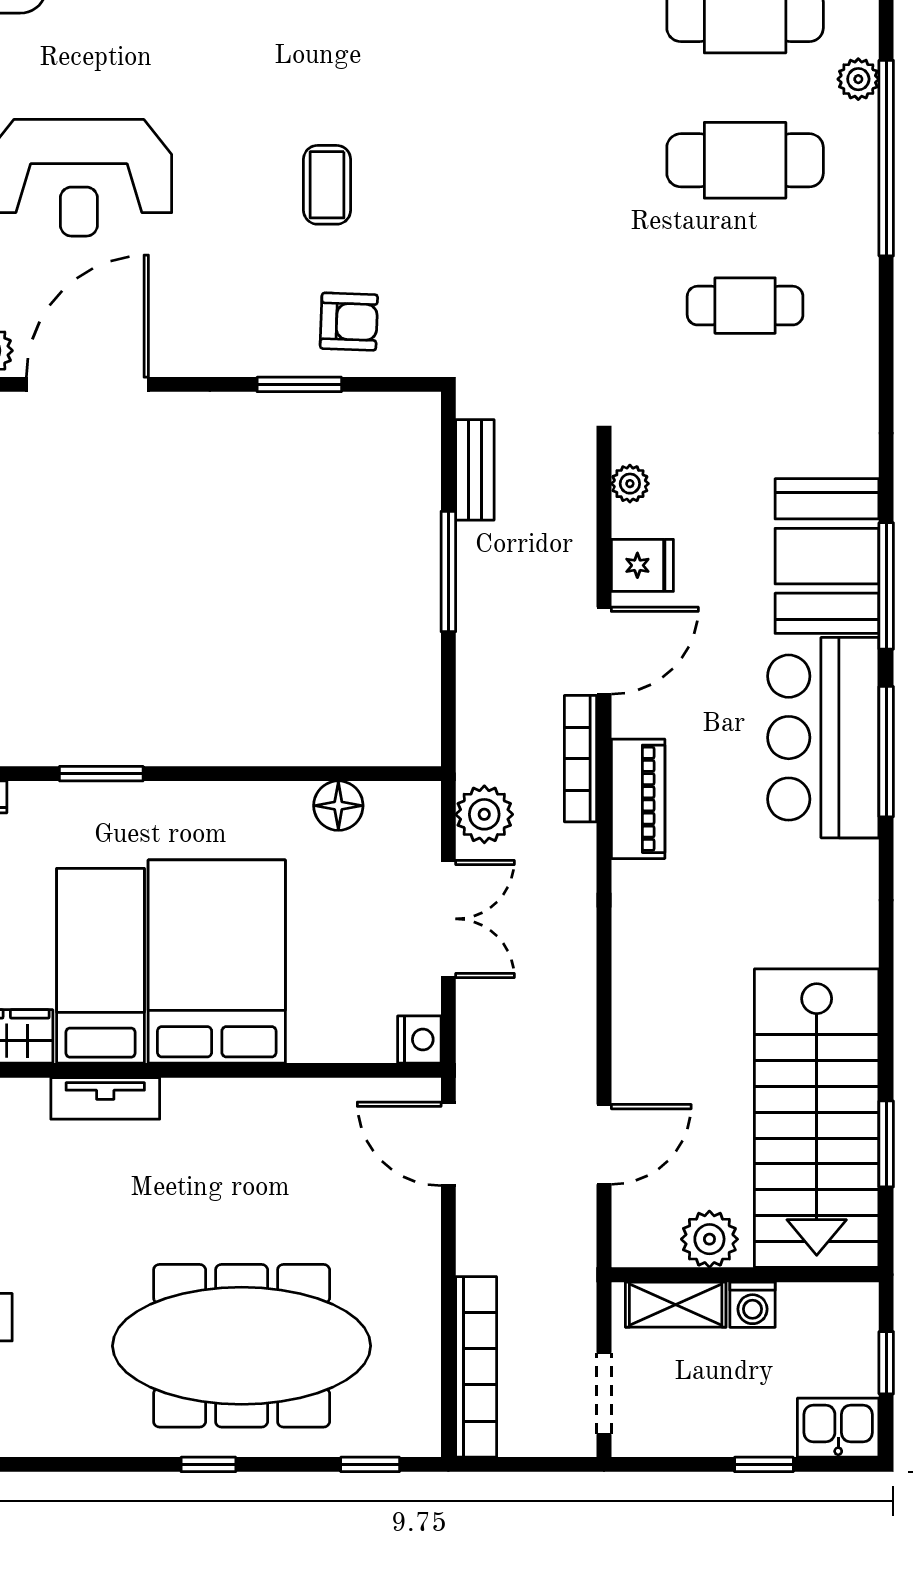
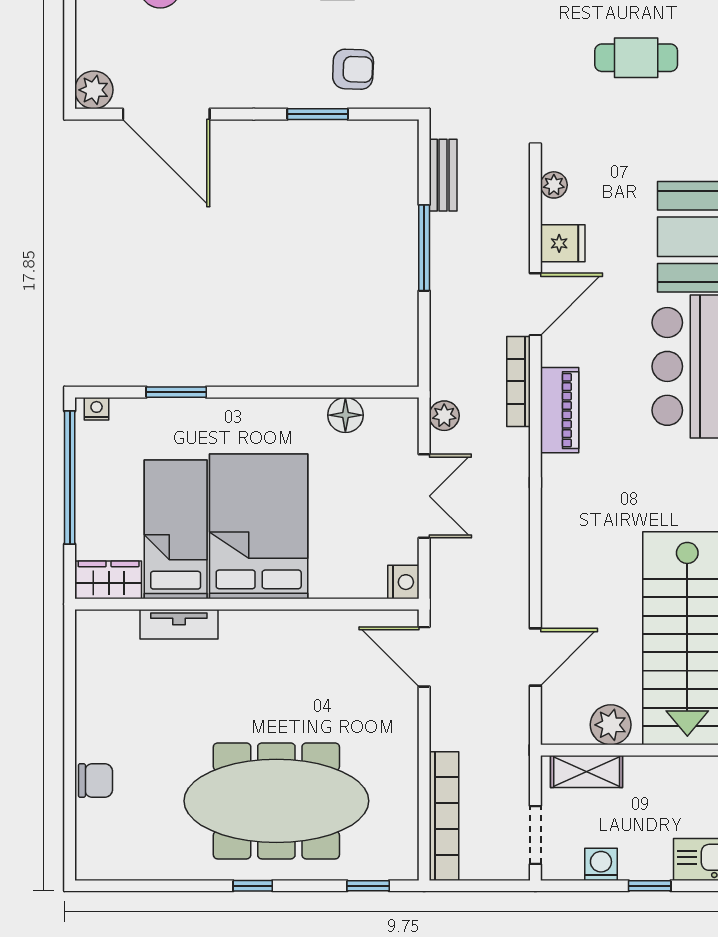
door: (87, 384) -> (166, 114), swing flipped
plant: (484, 814) -> (444, 416), width x0.73, depth x0.73
washing machine: (753, 1305) -> (601, 864), moved, turned 180

